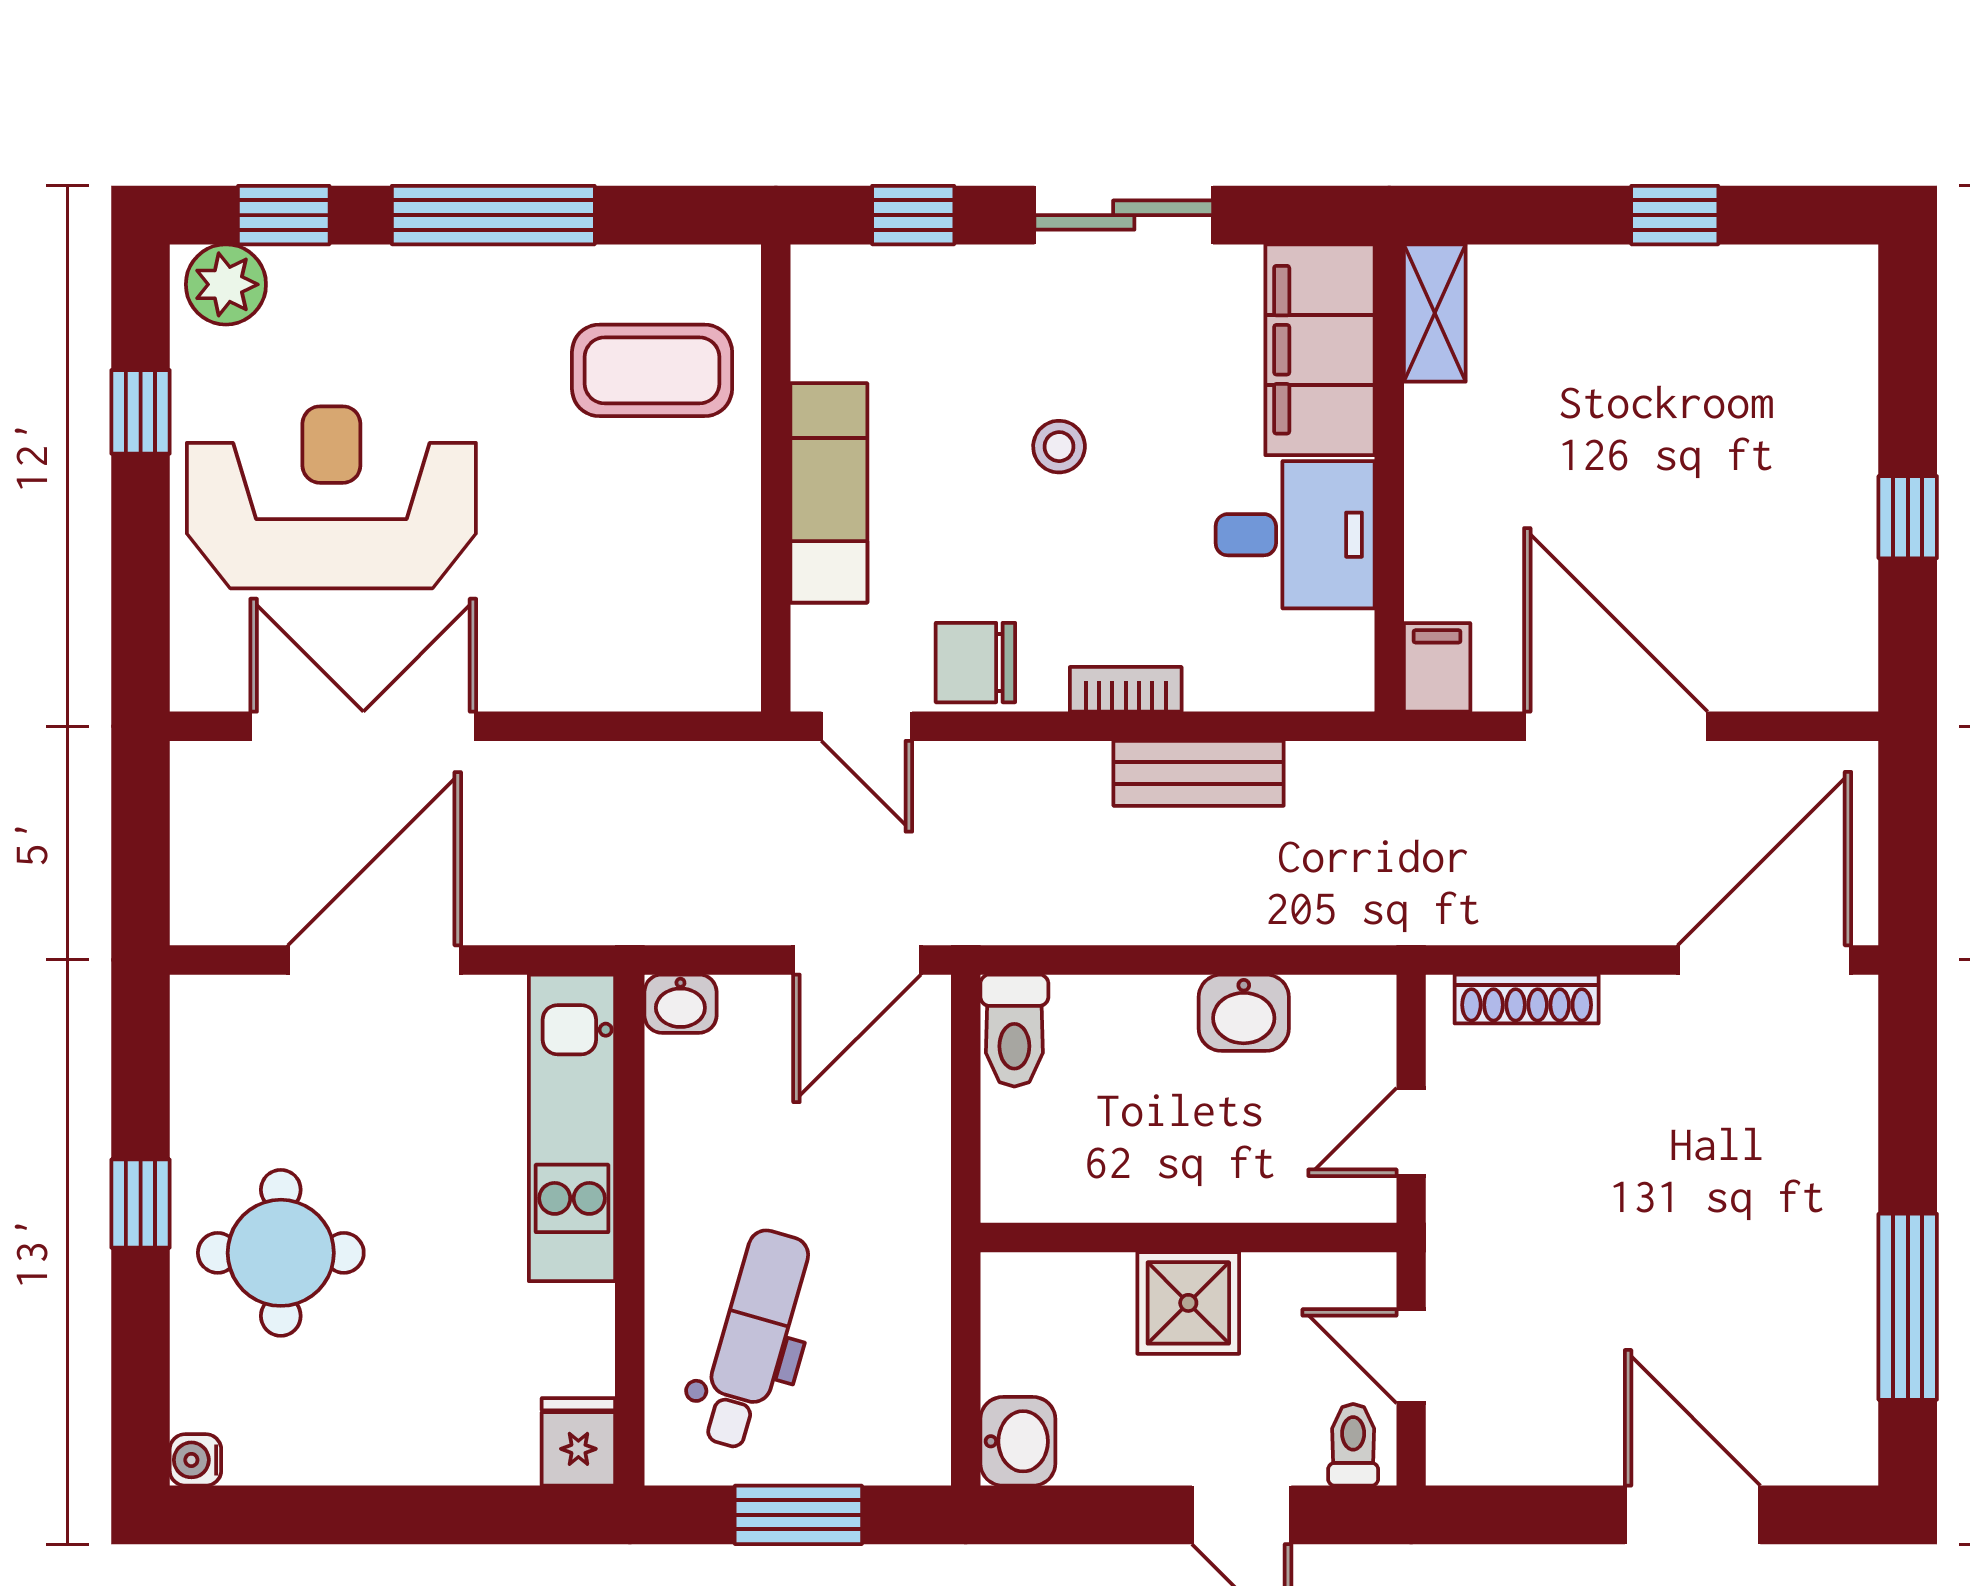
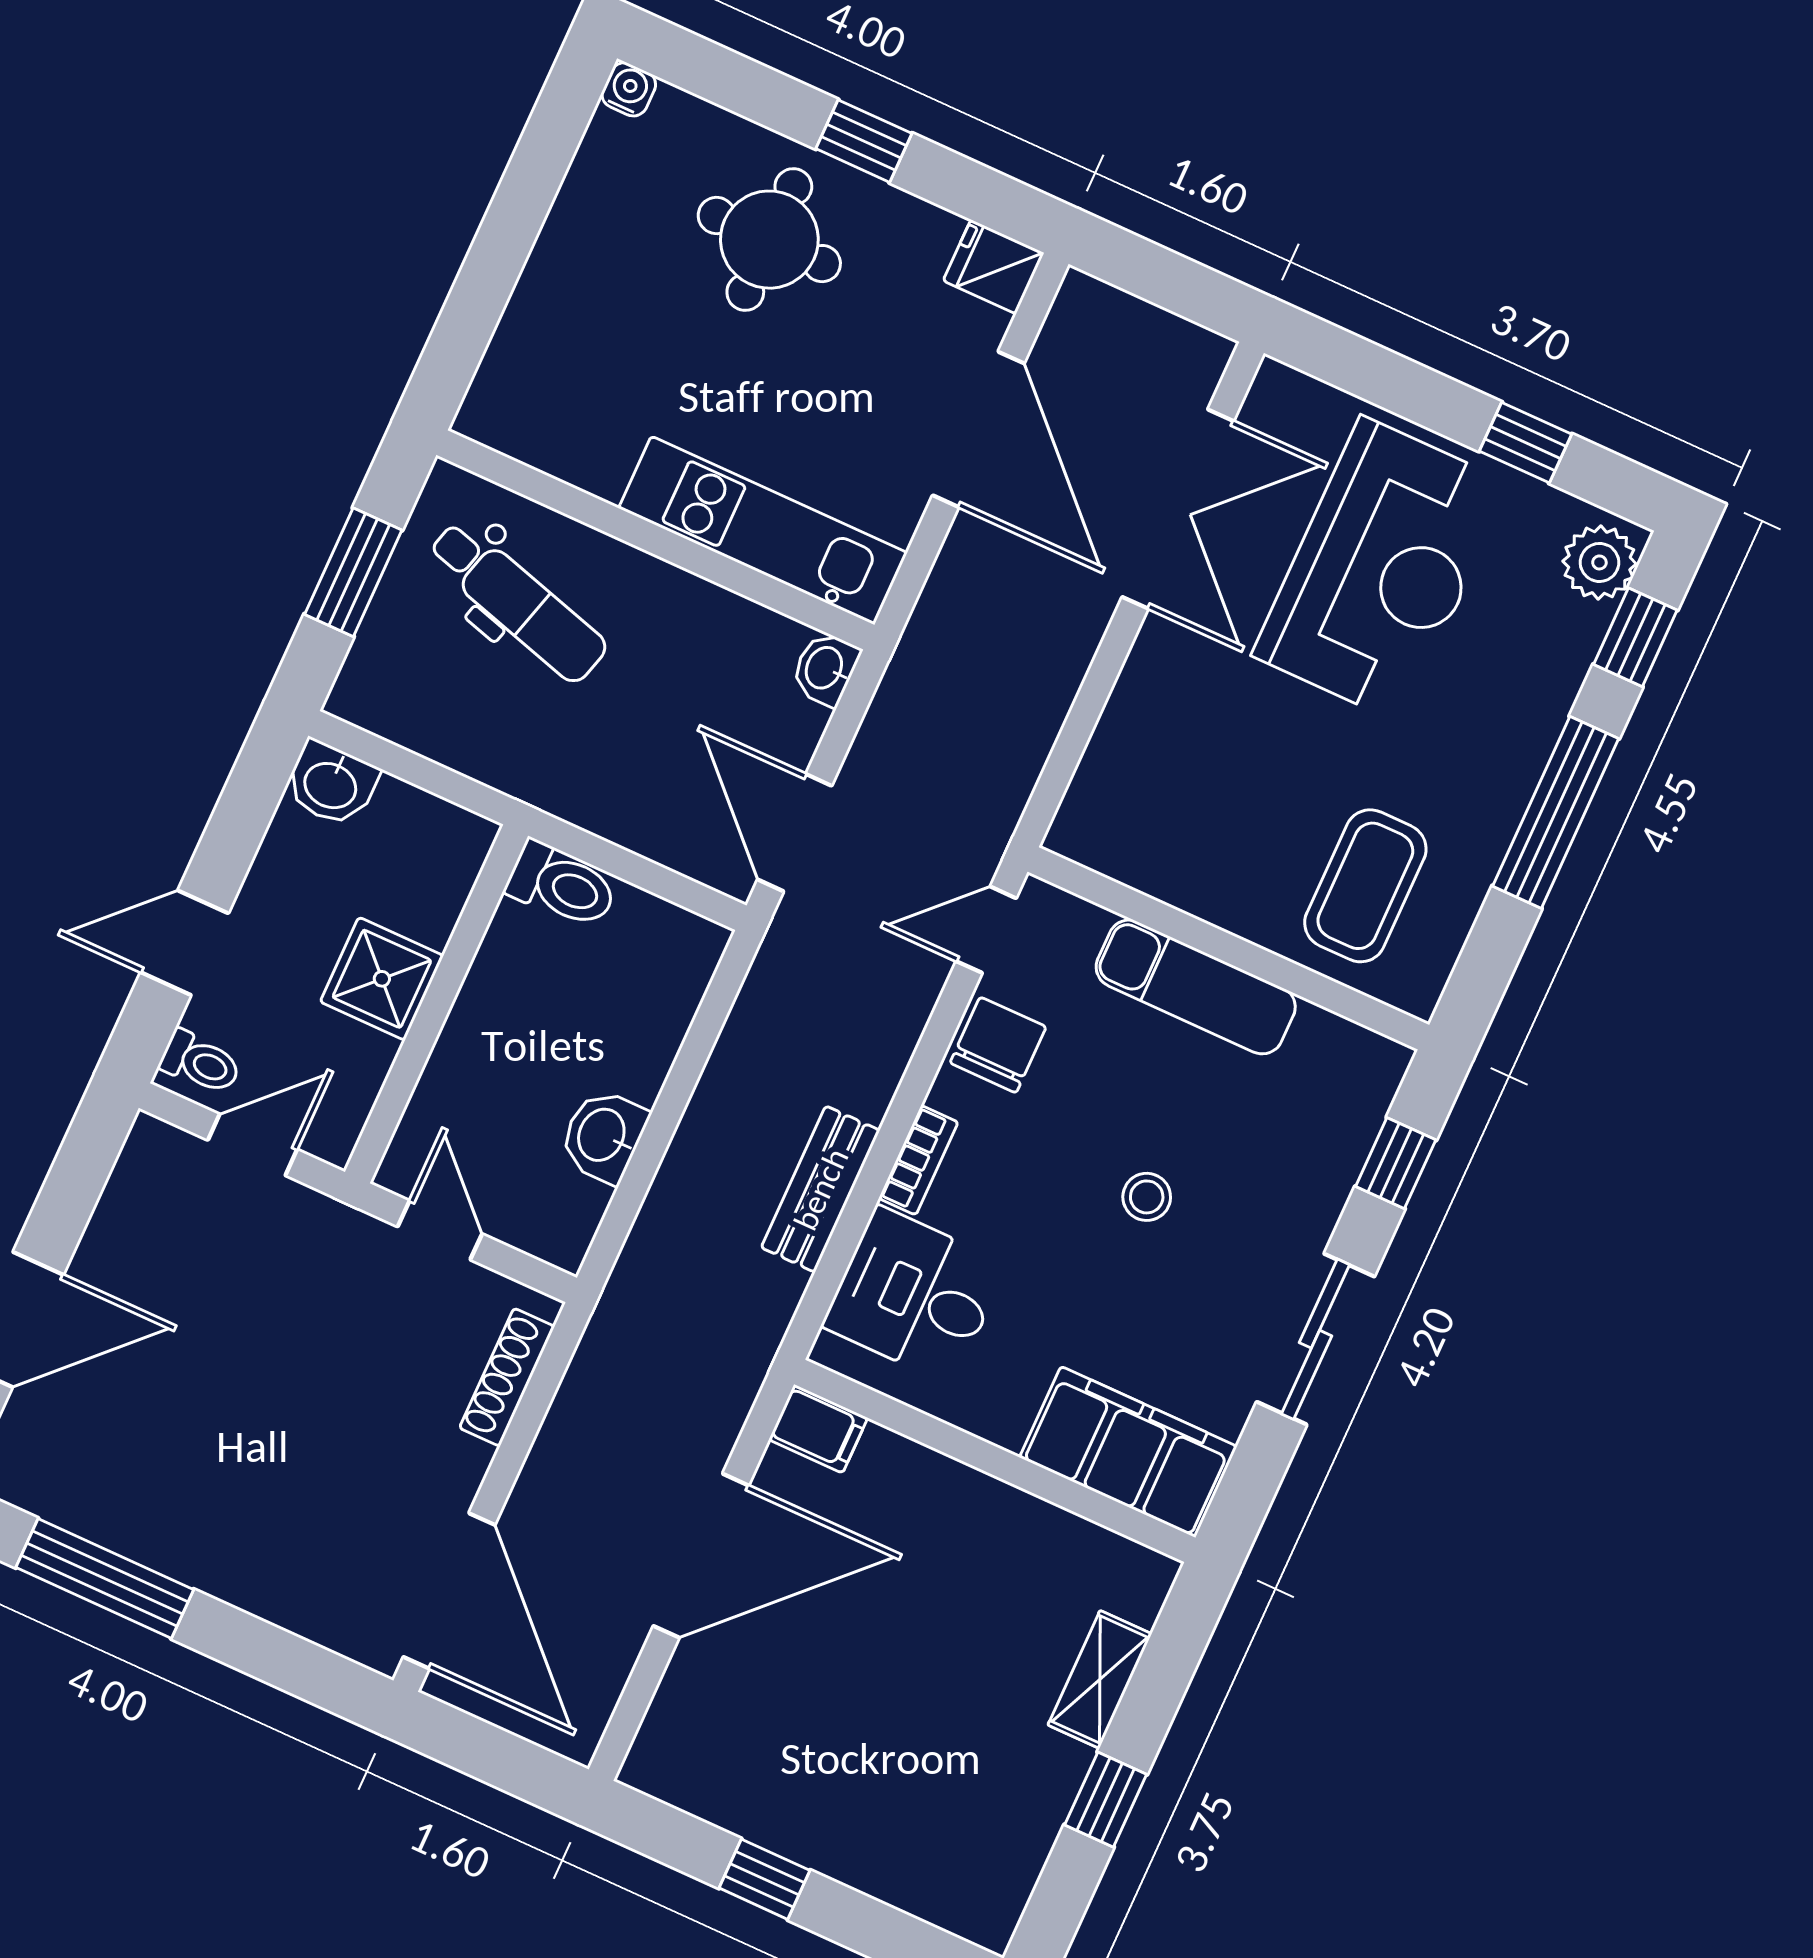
shelving: (1435, 313) -> (1100, 1679), moved, turned 90
desk: (1295, 535) -> (915, 1295), moved, turned 90
toilet: (1014, 1031) -> (562, 885), moved, turned 180
fridge: (578, 1442) -> (994, 267), moved, turned 180

